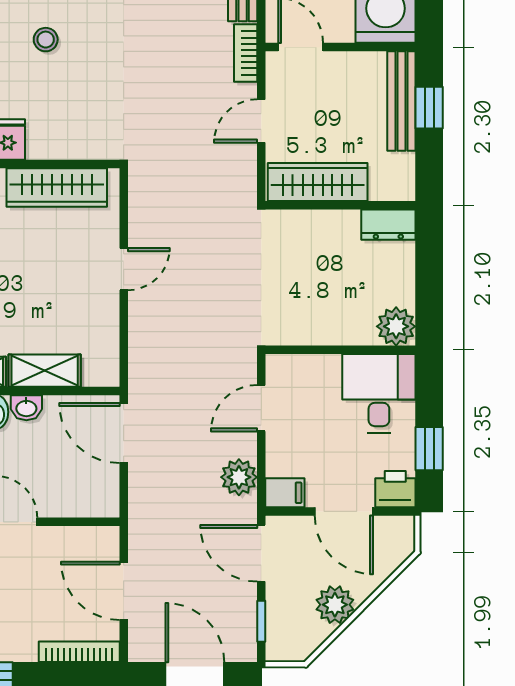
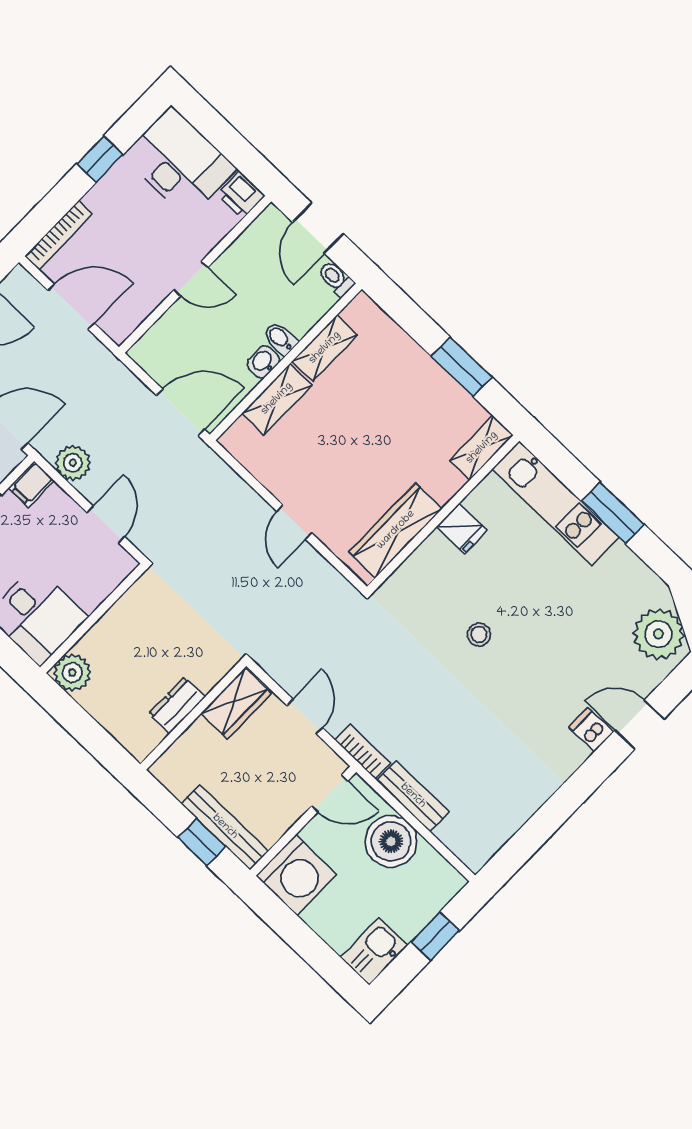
stool: (46, 40) -> (479, 635), moved
wardrobe: (318, 182) -> (236, 703), width x0.67
dresser: (388, 225) -> (177, 705), moved

